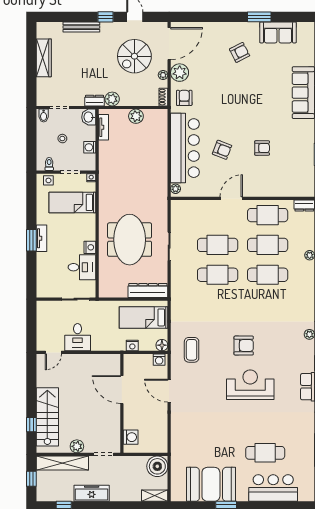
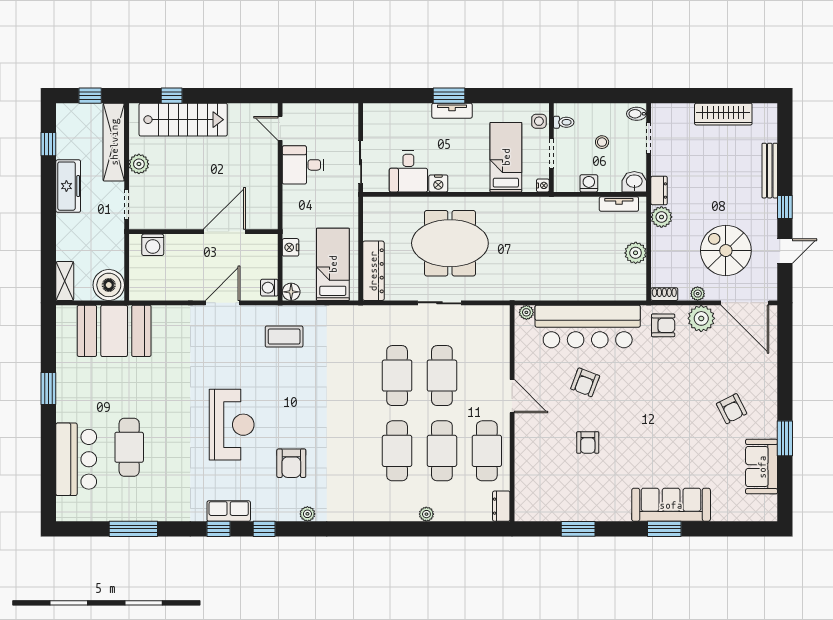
armchair: (244, 346) -> (291, 463), moved
booth: (211, 484) -> (114, 331), moved, turned 90

